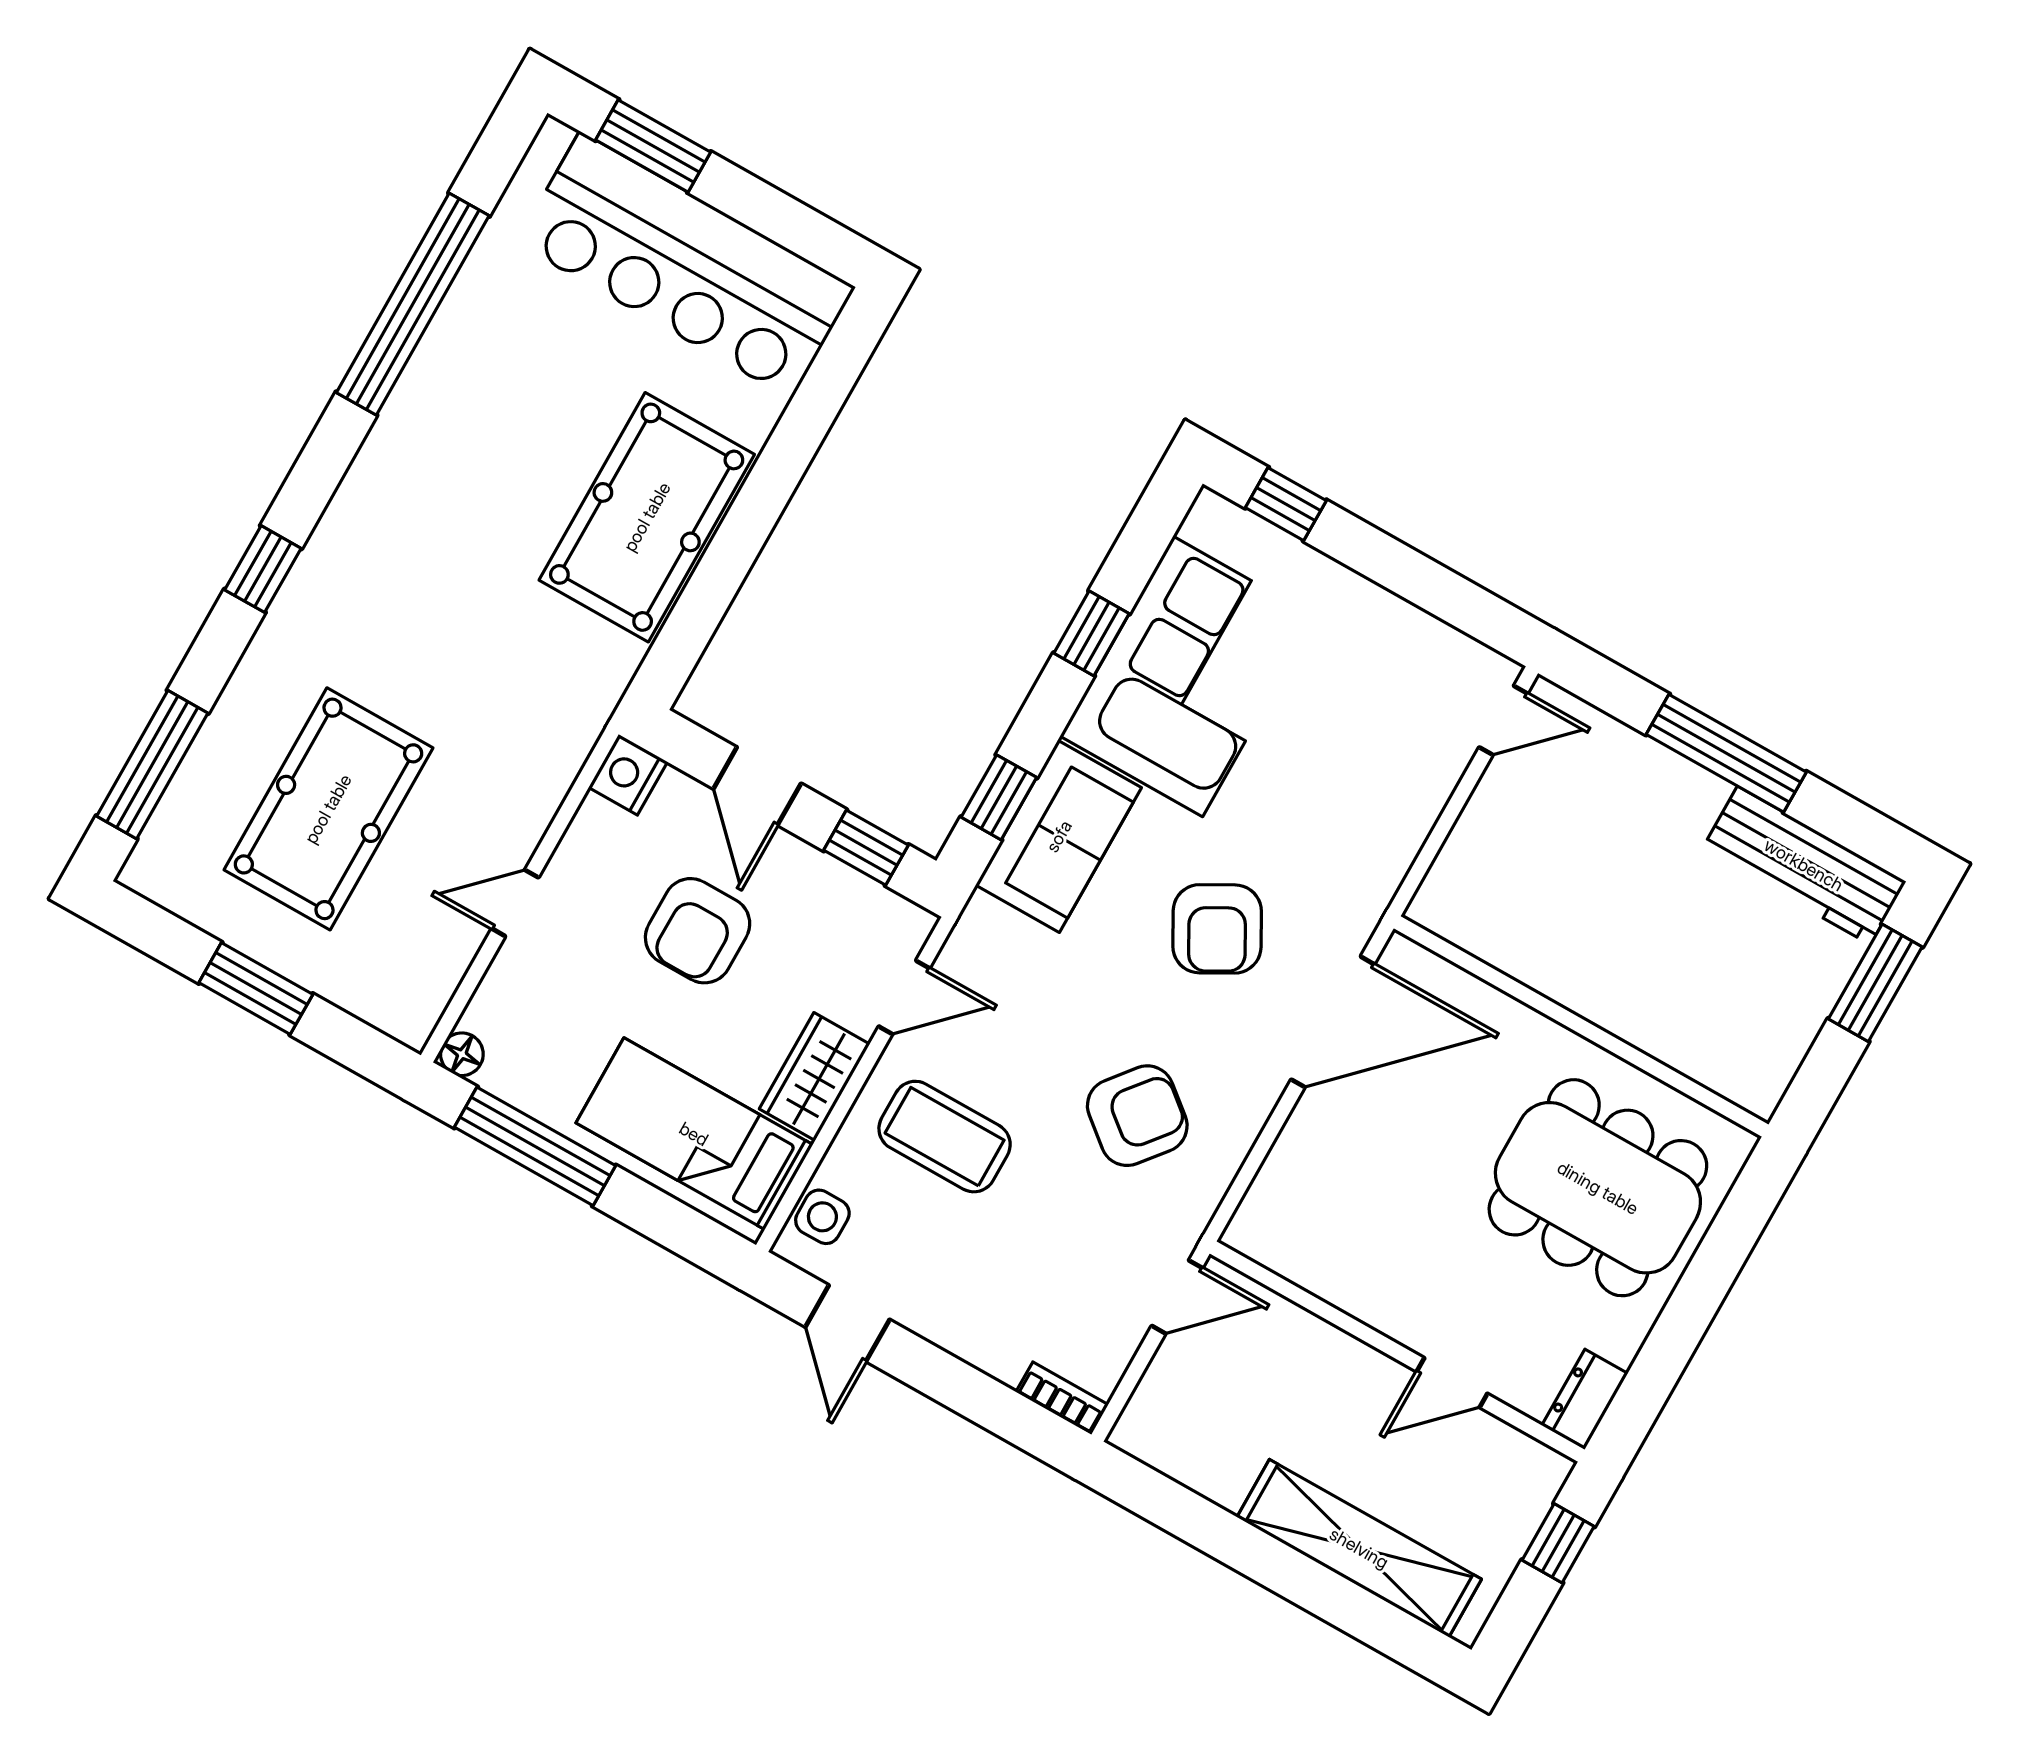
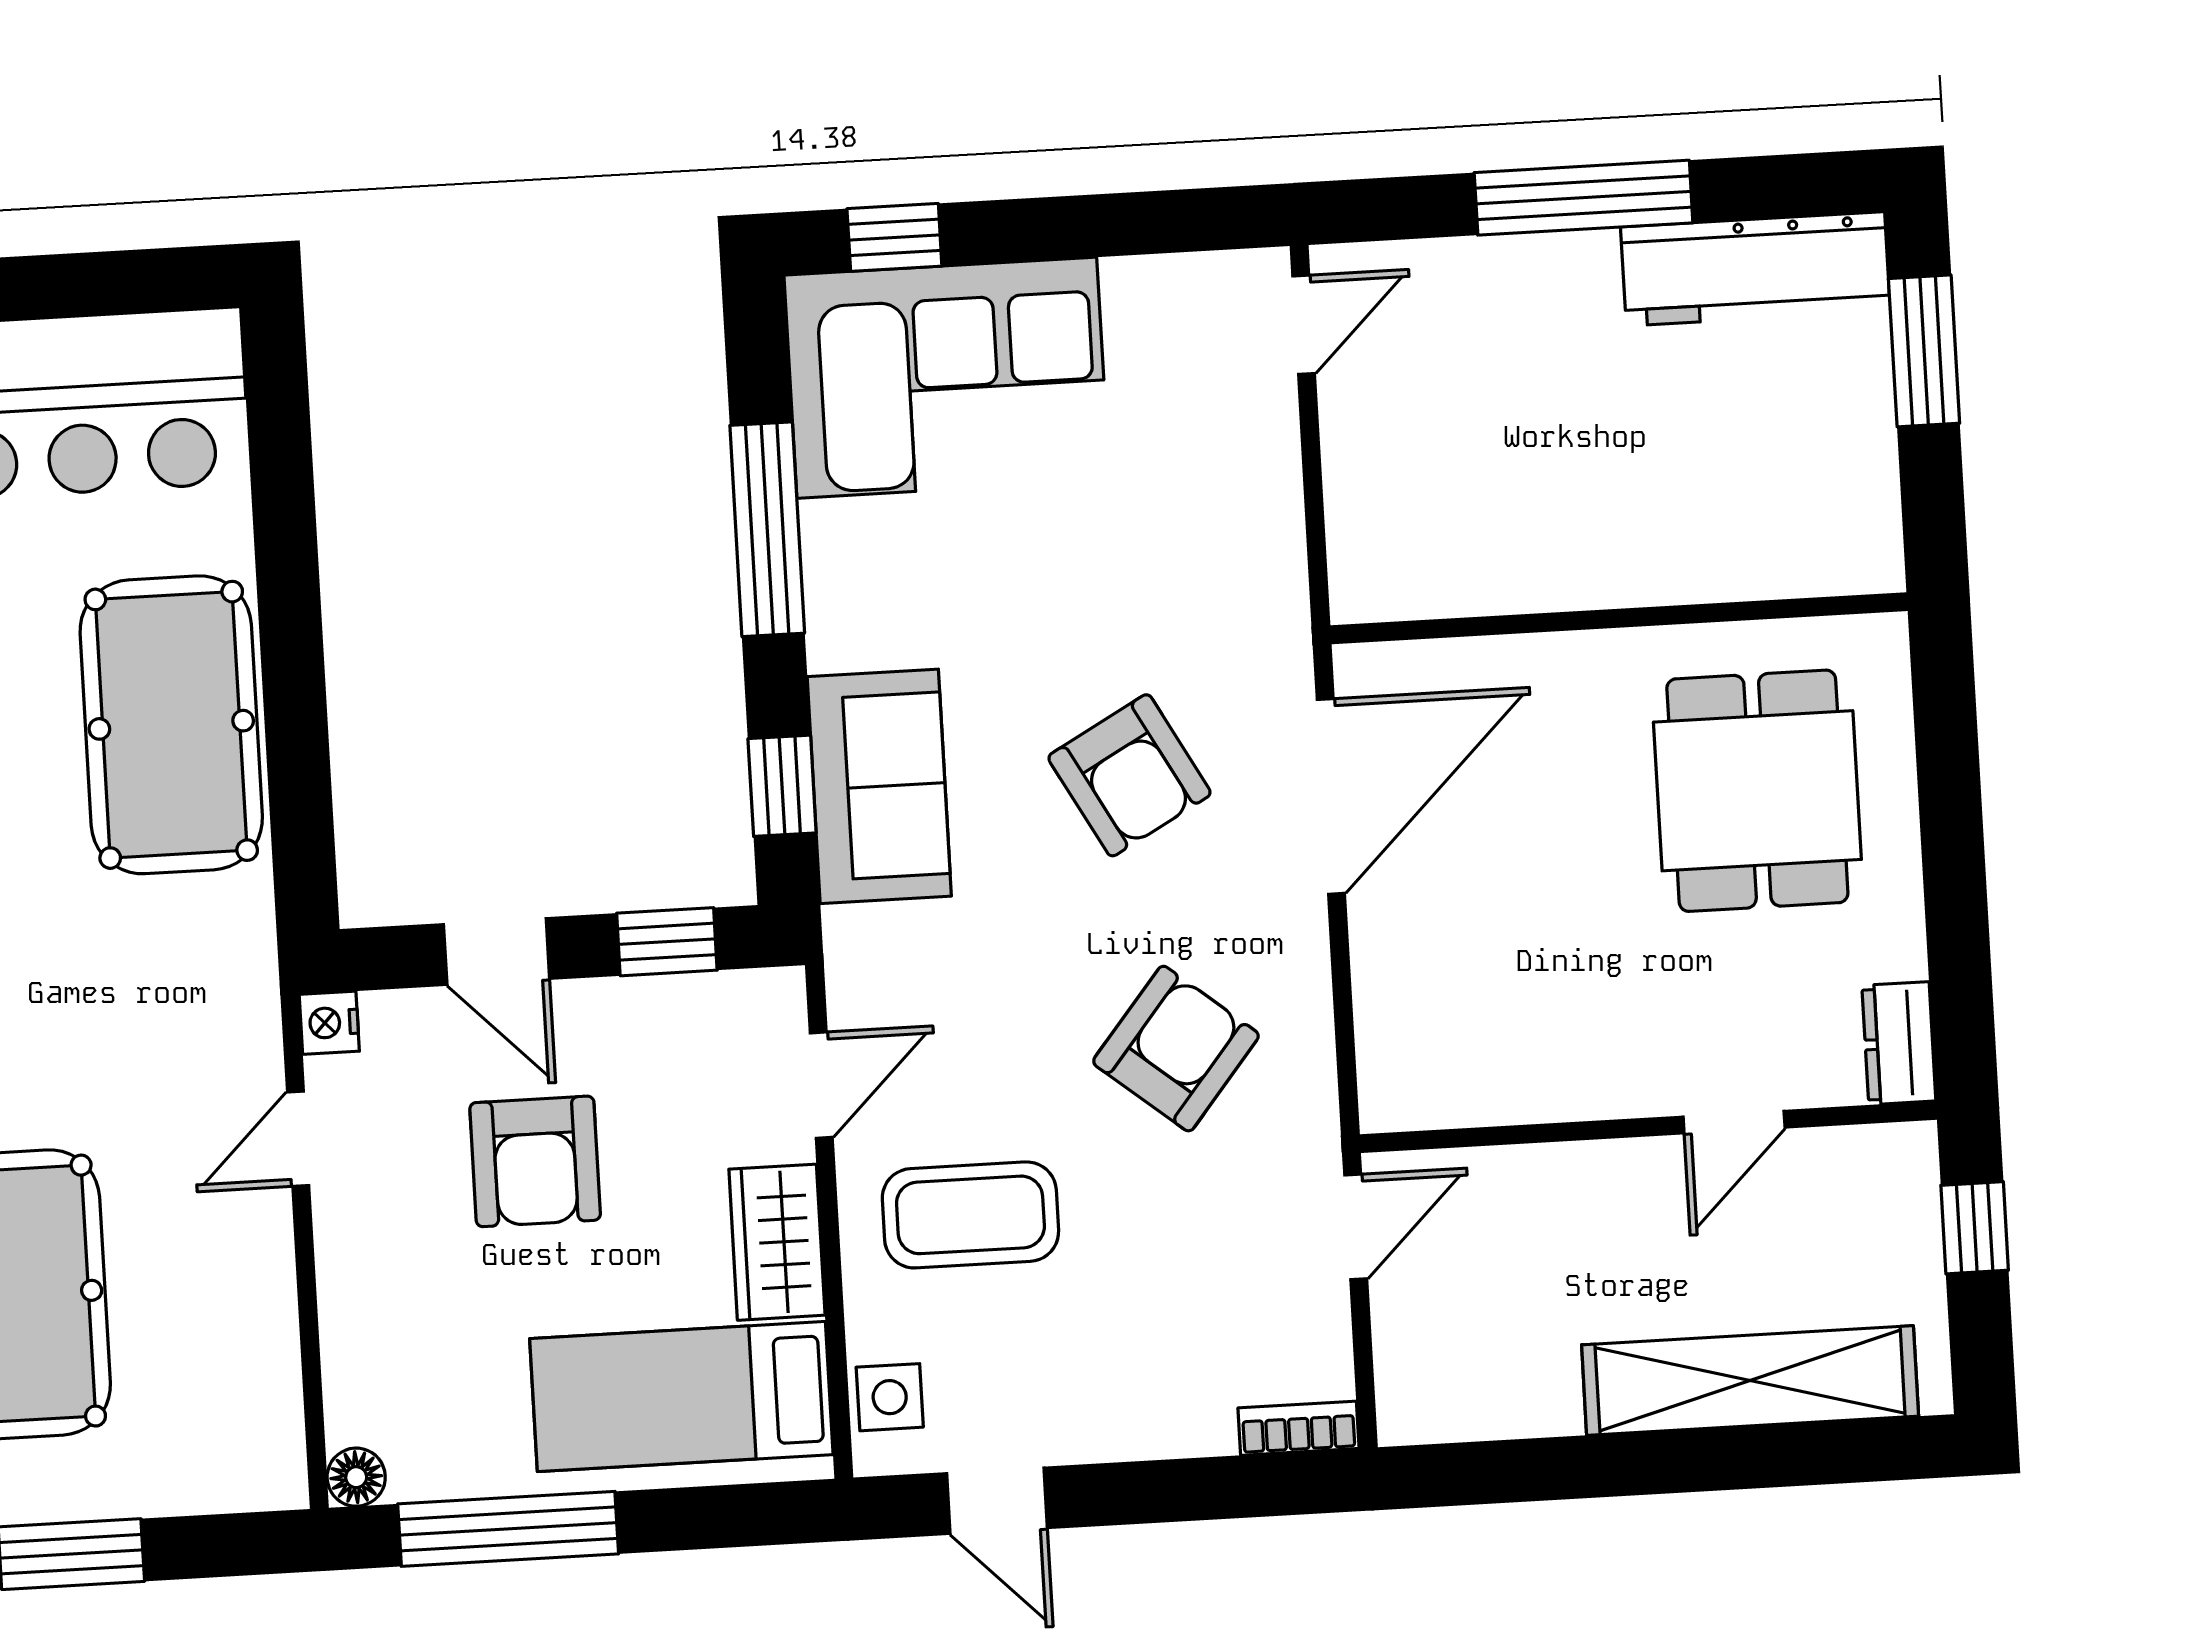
window: (1092, 633) -> (767, 529), width x2.17
corner sofa: (1188, 676) -> (947, 378), moved, turned 90
nightstand: (628, 775) -> (329, 1023), width x0.72, depth x0.74
door: (515, 903) -> (298, 1139), moved
dining table: (1598, 1188) -> (1757, 791), width x0.73

